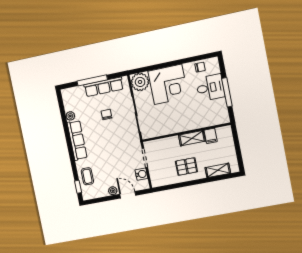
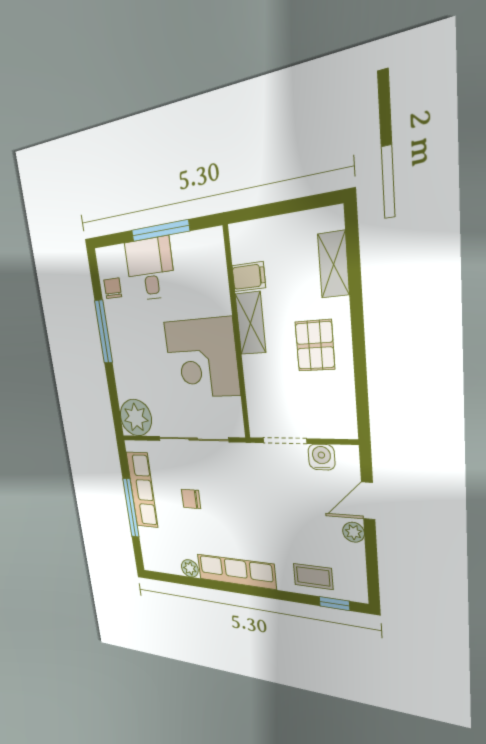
window: (179, 62) -> (104, 332), added
corner desk: (168, 84) -> (202, 358), moved, turned 180

